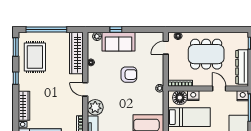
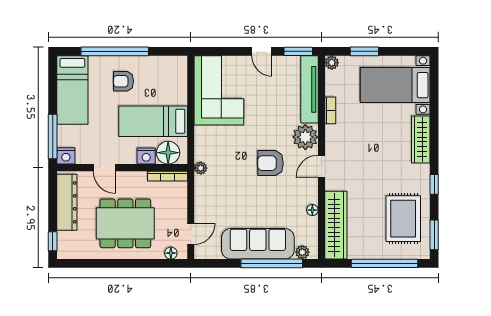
window: (116, 29) -> (272, 263), width x3.17
sofa: (119, 42) -> (258, 244), width x1.36
armchair: (129, 75) -> (271, 163), moved
door: (85, 89) -> (321, 166), swing flipped

